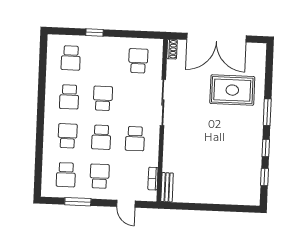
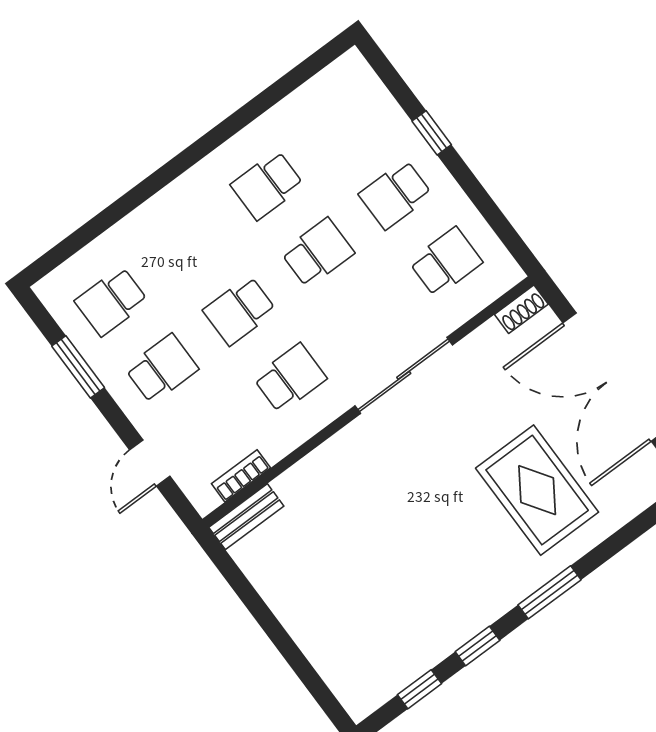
school desk: (71, 58) -> (395, 195), moved
school desk: (68, 136) -> (189, 243), removed
school desk: (135, 139) -> (290, 378), turned 180

